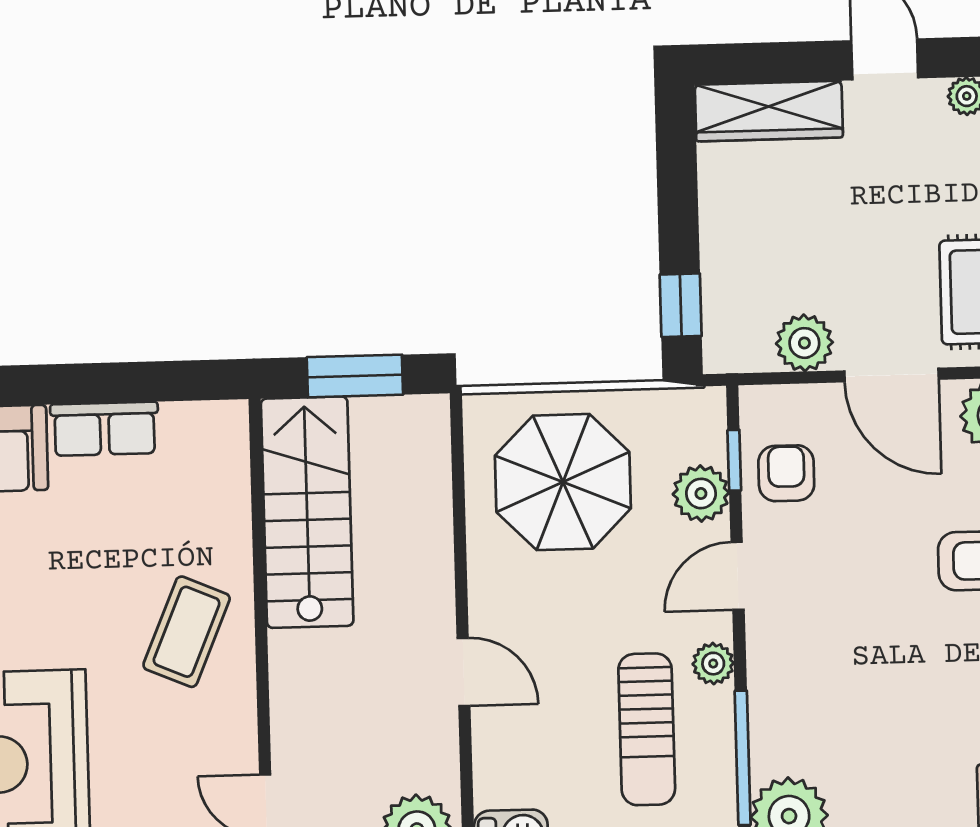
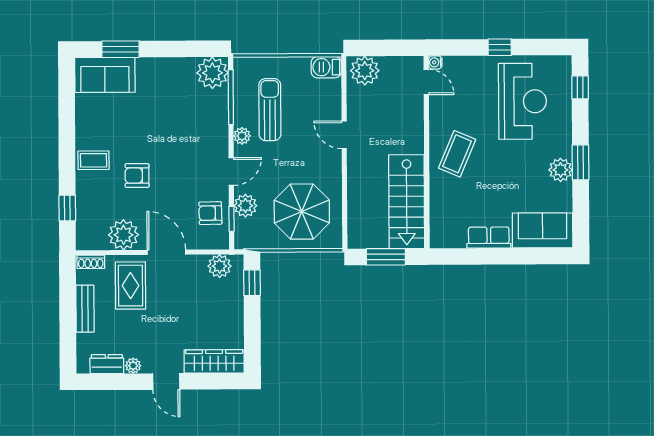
plant: (804, 343) -> (220, 266), moved
armchair: (786, 473) -> (210, 213), turned 89

